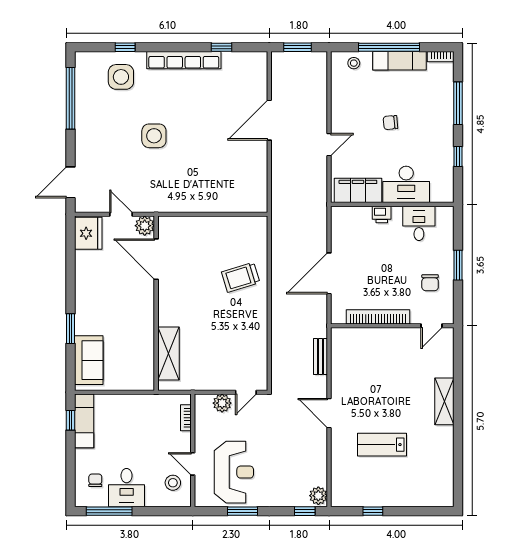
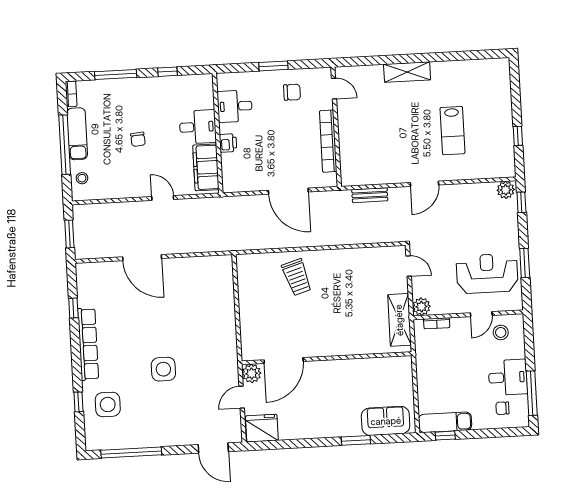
desk: (406, 184) -> (198, 127), width x0.73
shelving: (168, 354) -> (399, 320), moved, turned 90
plant: (222, 403) -> (421, 307), moved

